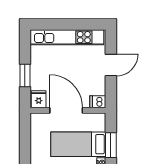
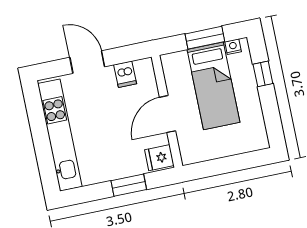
dishwasher: (98, 102) -> (125, 74), moved
door: (66, 110) -> (167, 114), width x0.73

